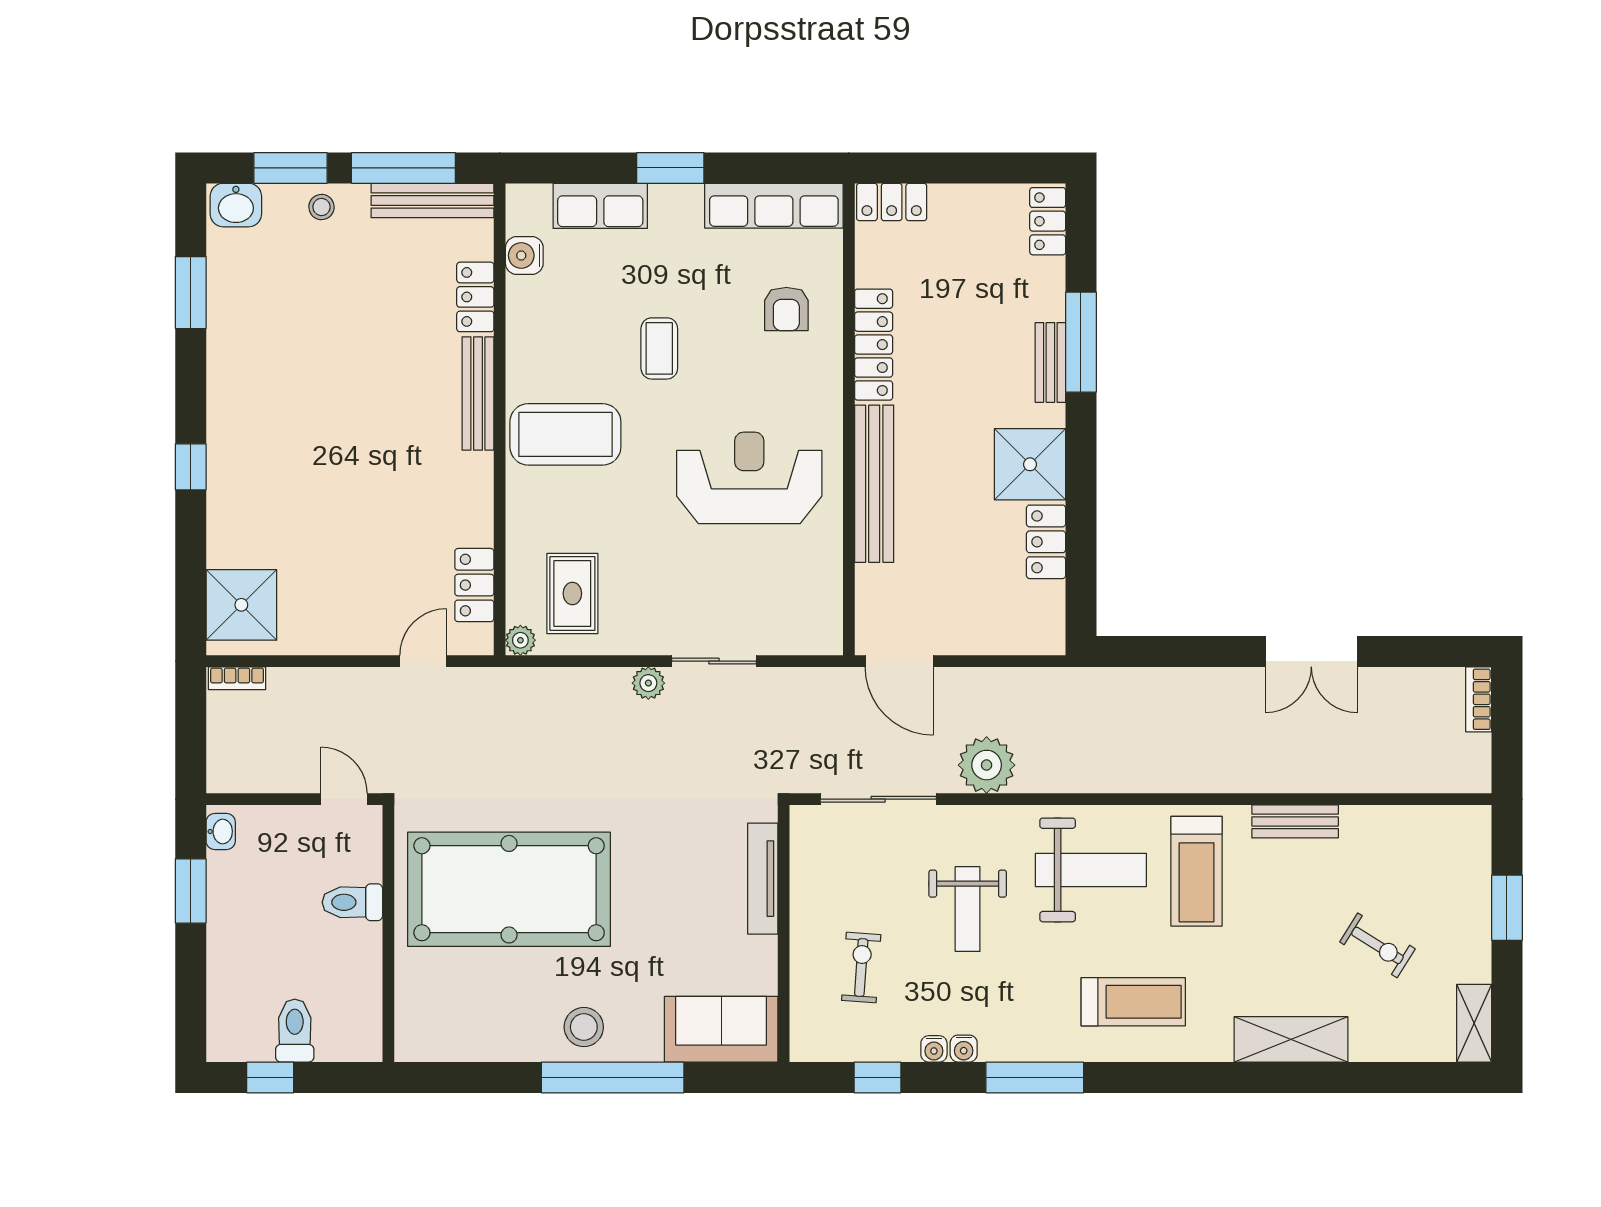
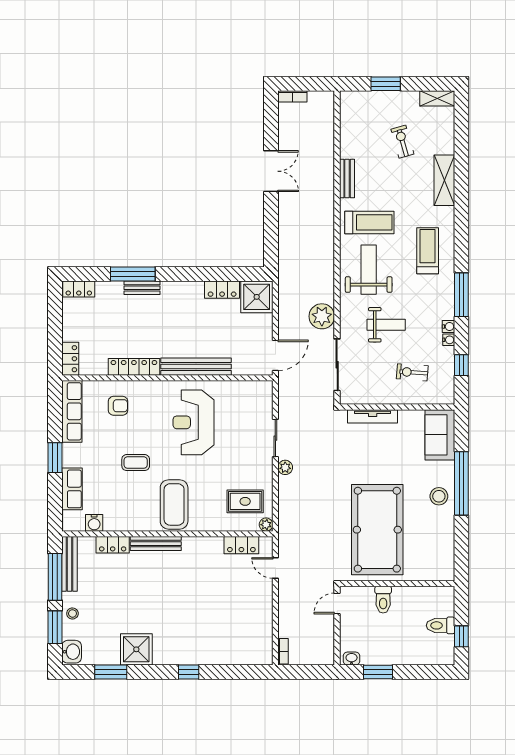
shower: (1030, 464) -> (257, 297), moved
shower: (241, 605) -> (136, 649), moved
exercise bike: (1377, 945) -> (402, 142), turned -48

